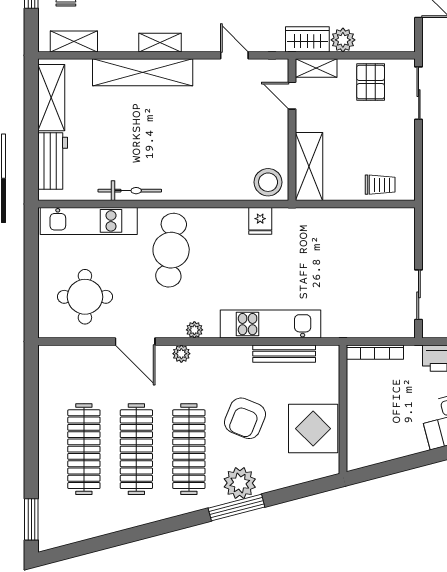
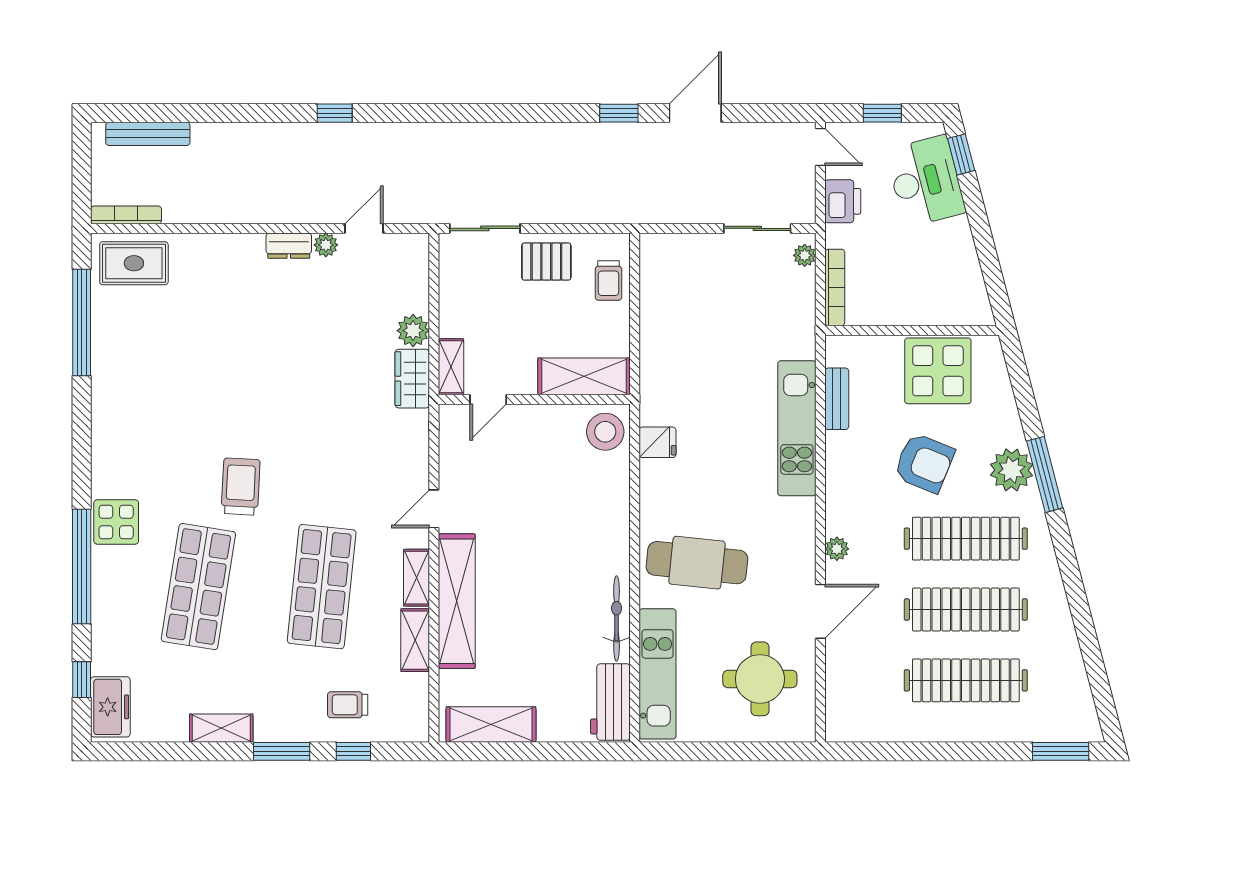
shelving: (74, 41) -> (415, 640), moved
door: (234, 55) -> (434, 509), moved
pallet: (371, 82) -> (546, 262), moved
workbench: (53, 161) -> (610, 702), moved, turned -90
trolley: (380, 185) -> (609, 280), turned 180
plant: (194, 330) -> (805, 255), moved
bench: (284, 354) -> (837, 399), width x0.73

